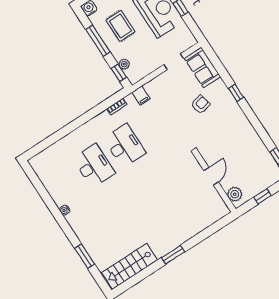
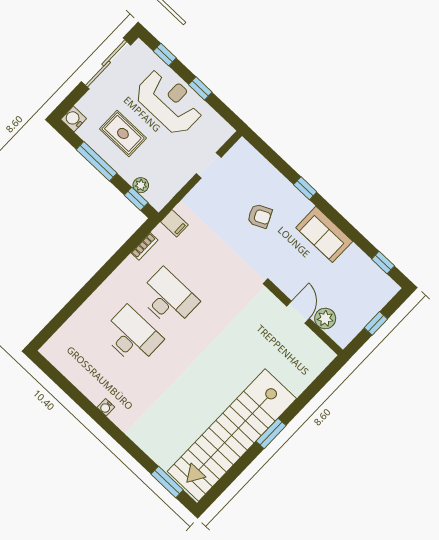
sofa: (202, 67) -> (324, 234), moved
armchair: (200, 104) -> (260, 216), turned 78
plant: (235, 194) -> (325, 318), moved
window: (85, 256) -> (167, 482), moved
stairs: (130, 266) -> (232, 435), width x1.86, depth x1.51

